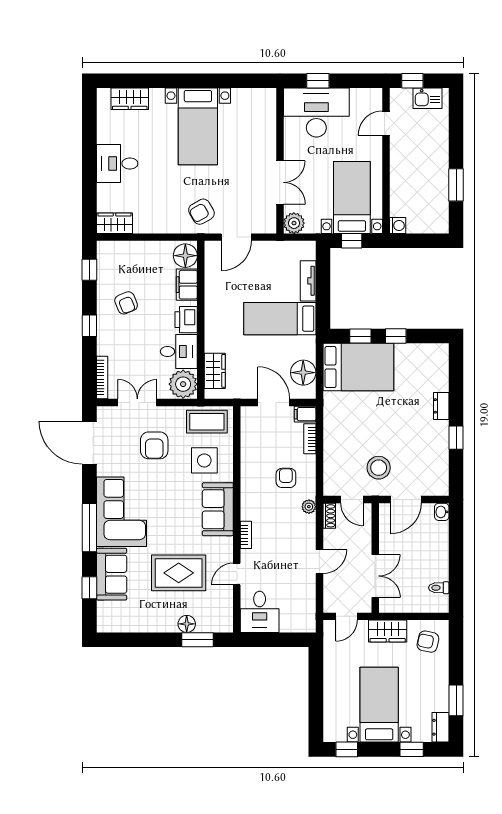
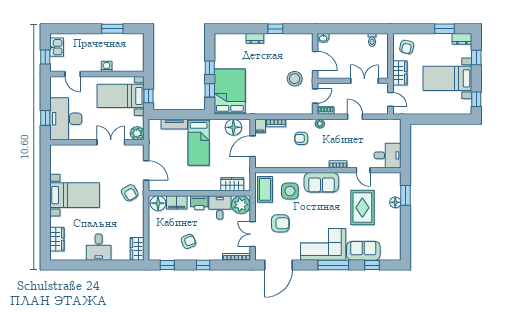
washing machine: (398, 225) -> (107, 66), moved

